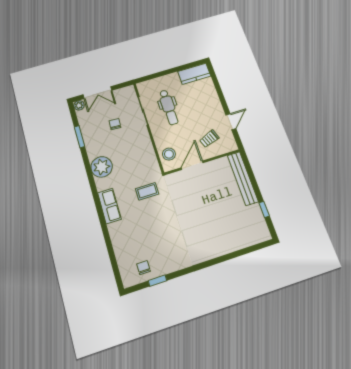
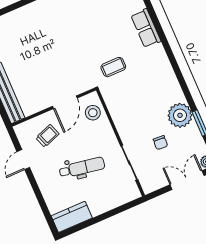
dental chair: (169, 107) -> (82, 168), moved, turned 100
plant: (102, 167) -> (180, 115), moved
row of seats: (109, 206) -> (146, 28), moved

